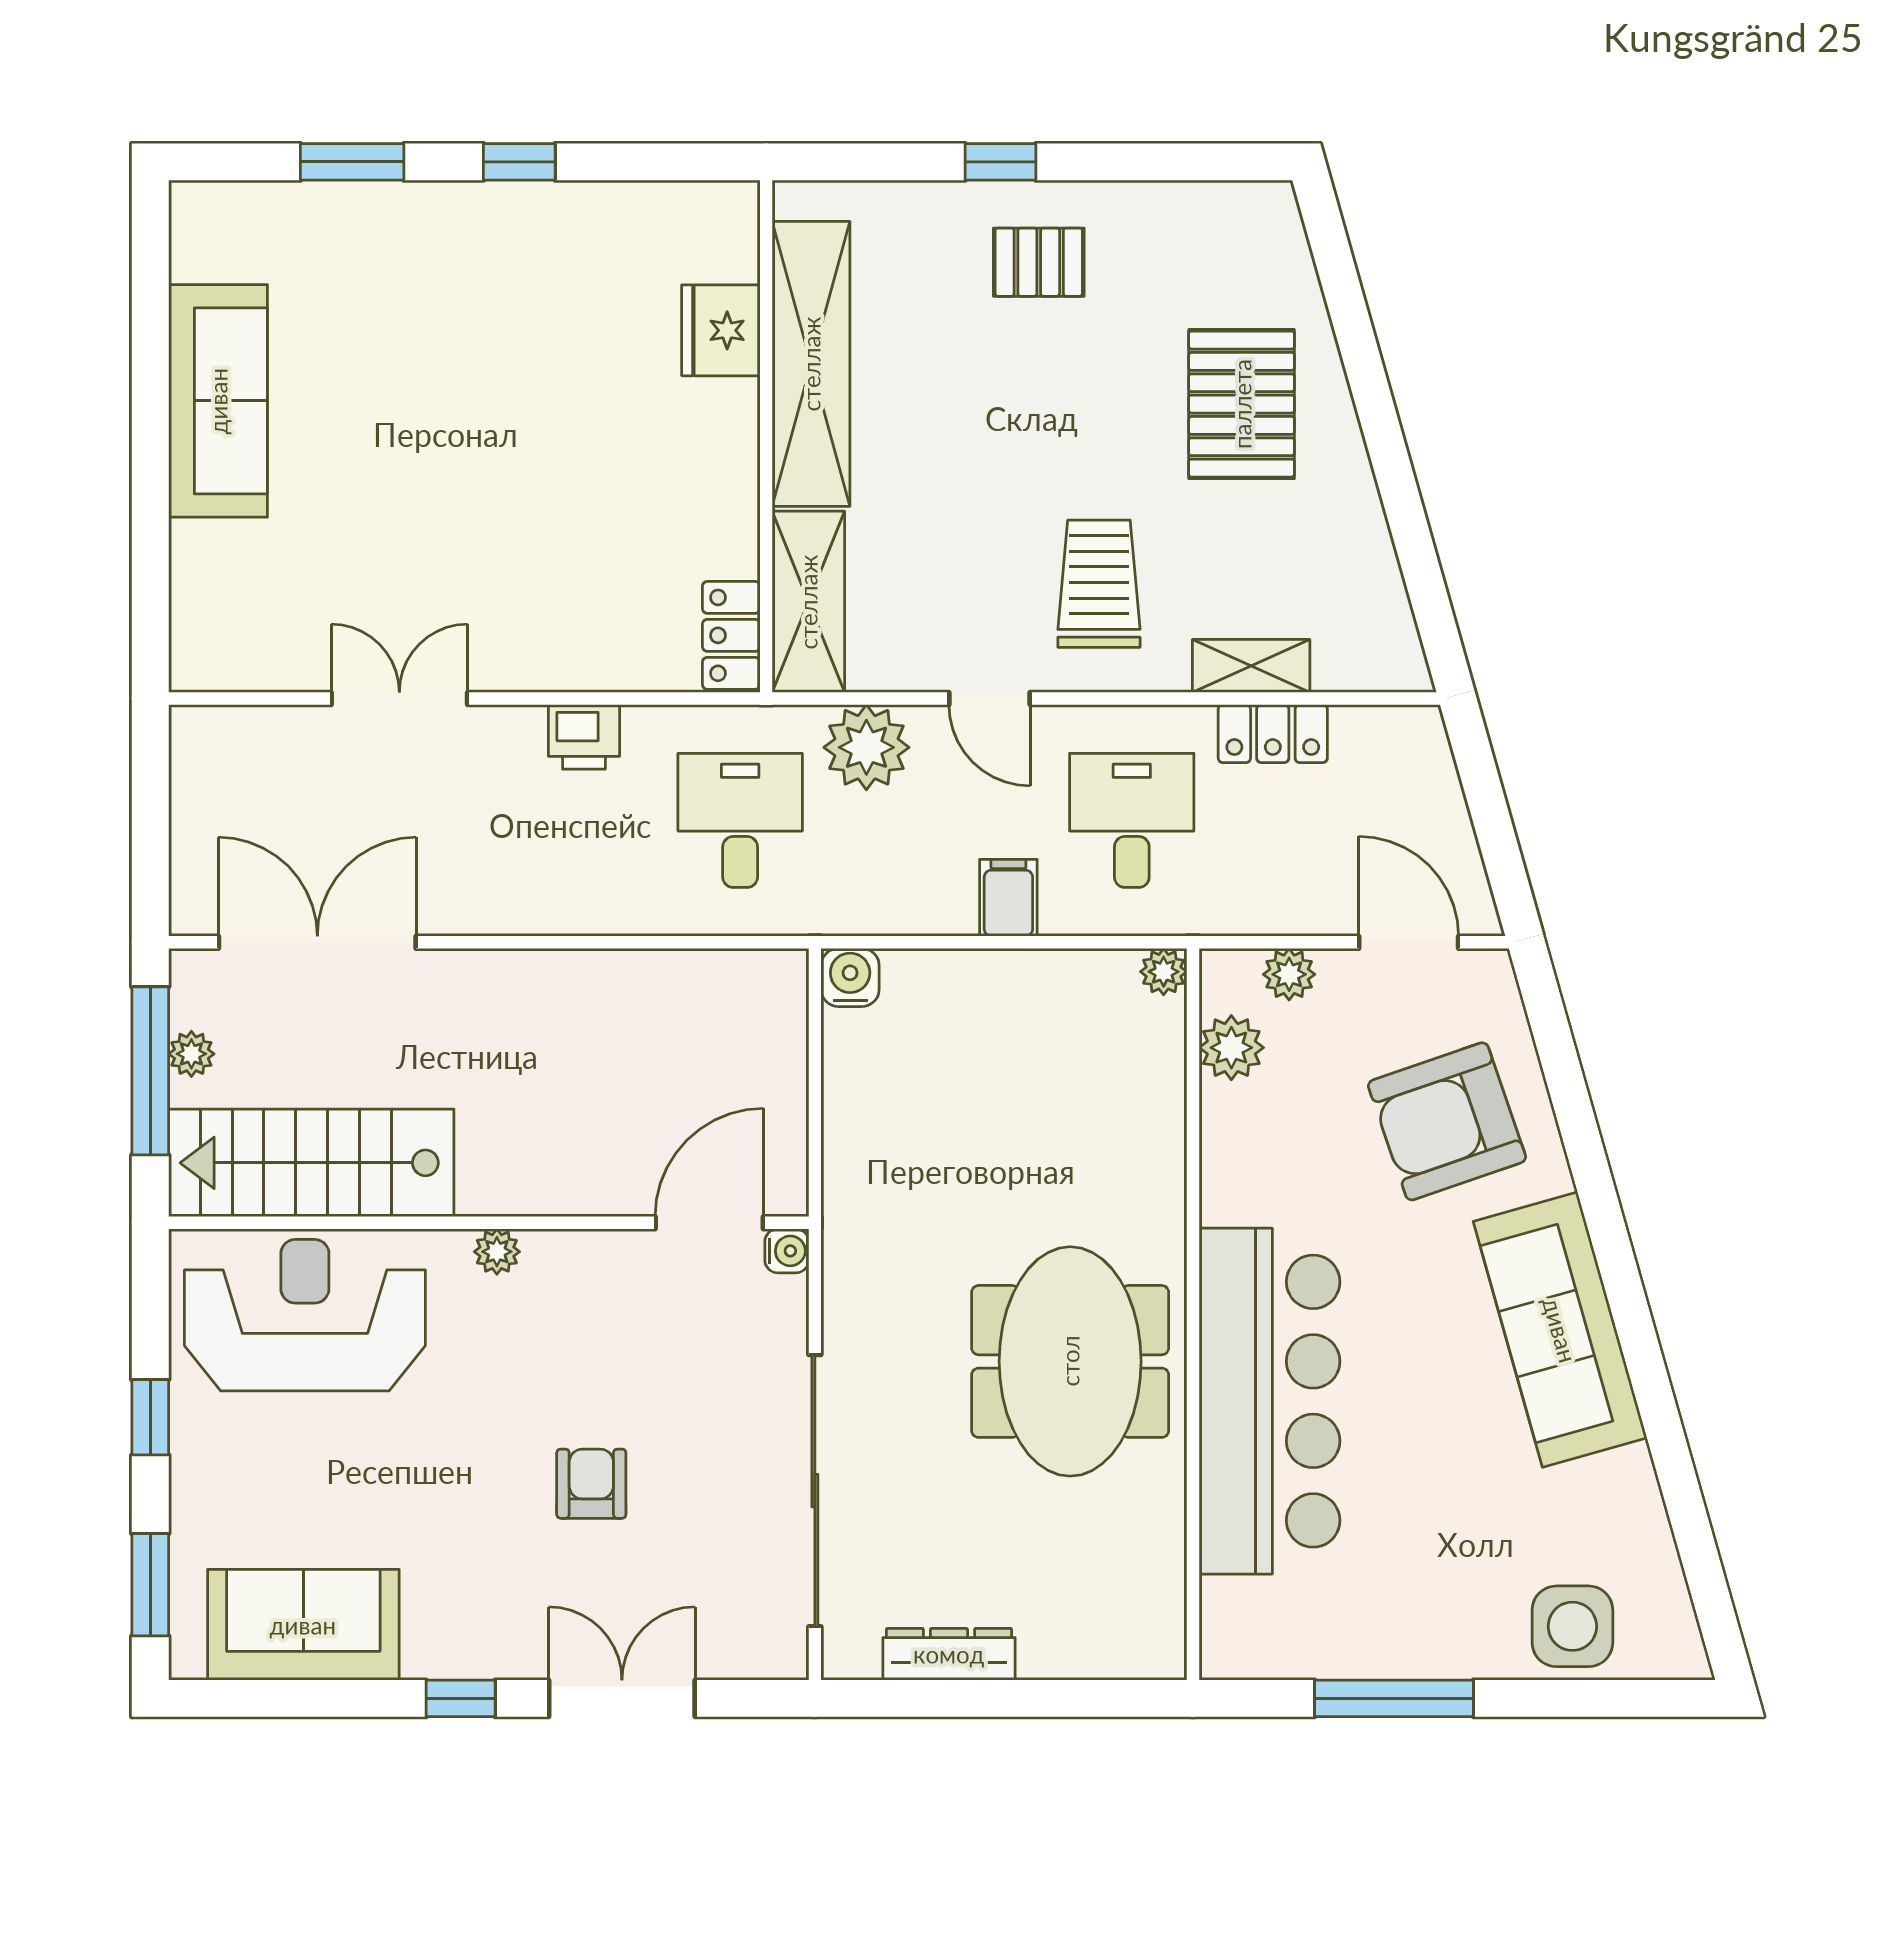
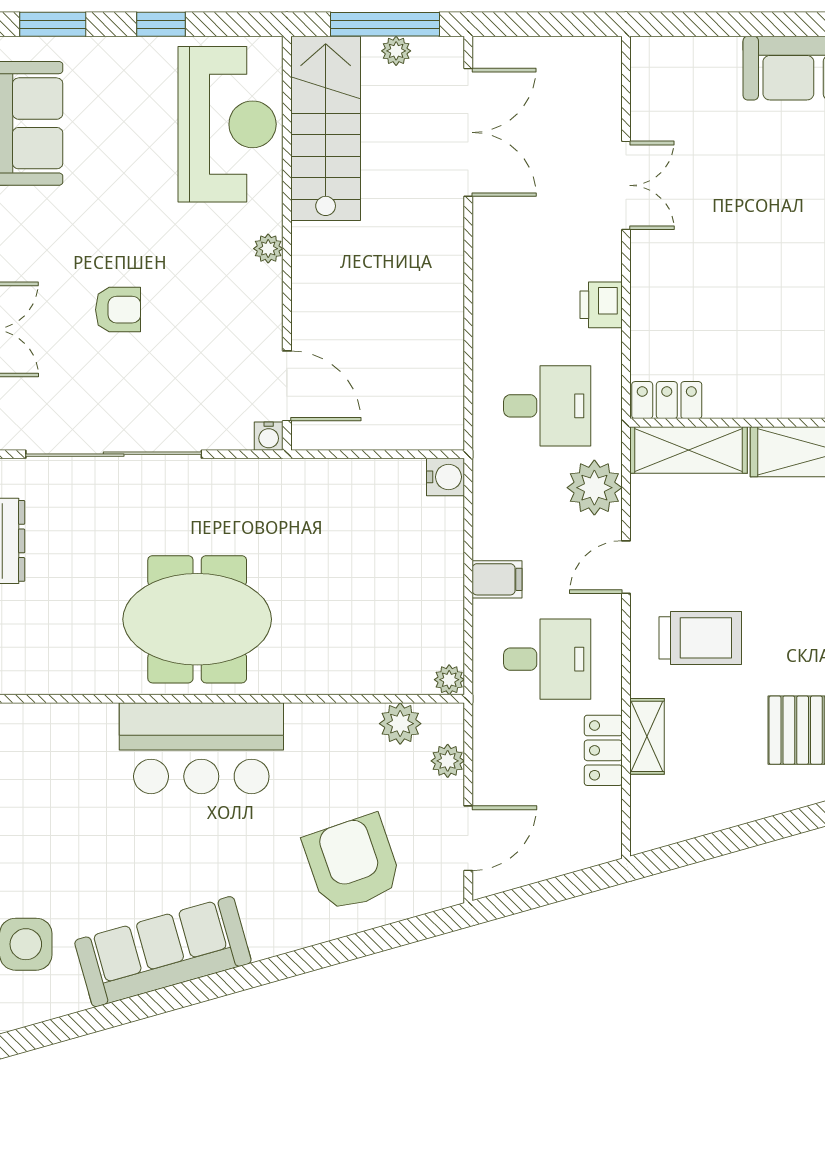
sofa: (1560, 1330) -> (163, 952), moved
bar counter: (1269, 1401) -> (201, 748), width x0.73

